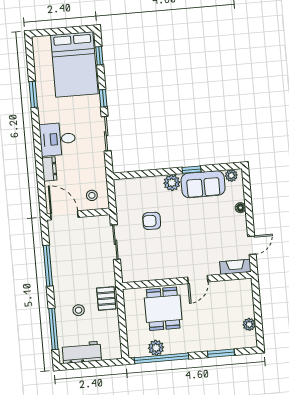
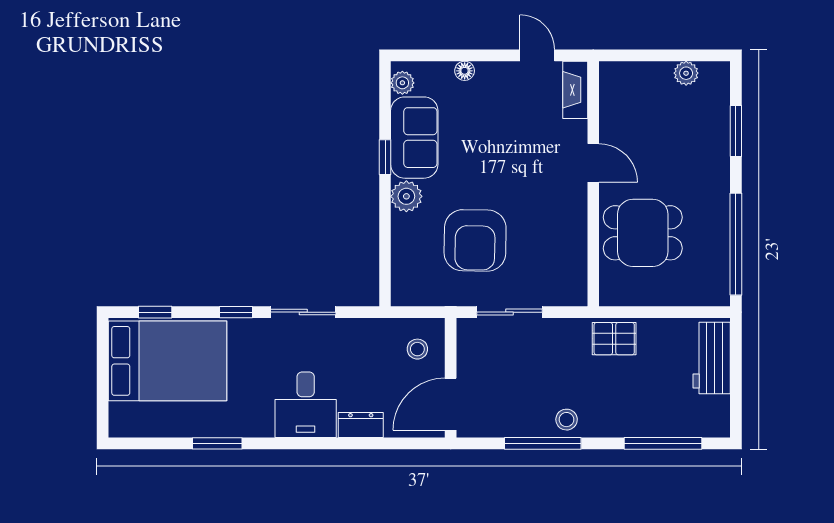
armchair: (152, 221) -> (475, 240), width x1.88, depth x1.88
stool: (79, 310) -> (567, 420), moved
plant: (156, 348) -> (715, 253), removed
workbench: (82, 352) -> (712, 358), moved

